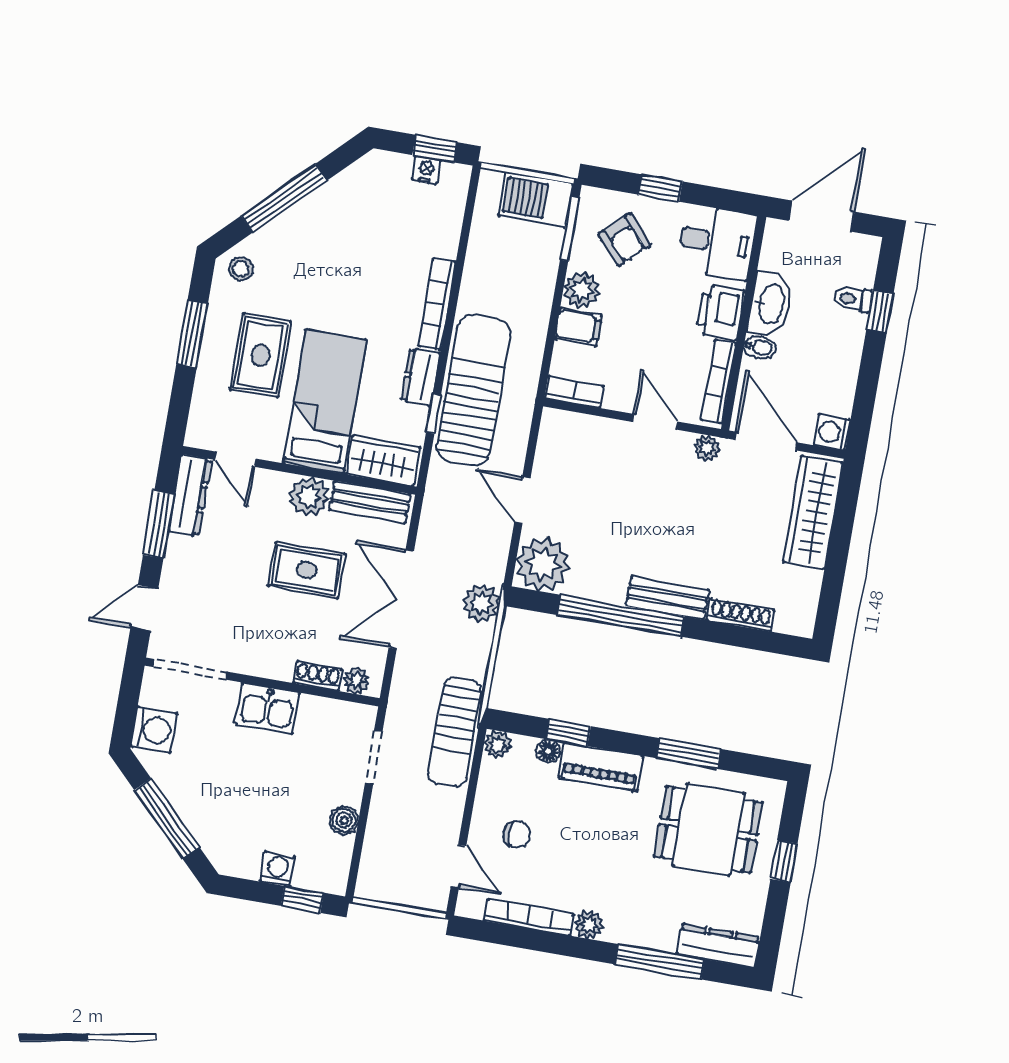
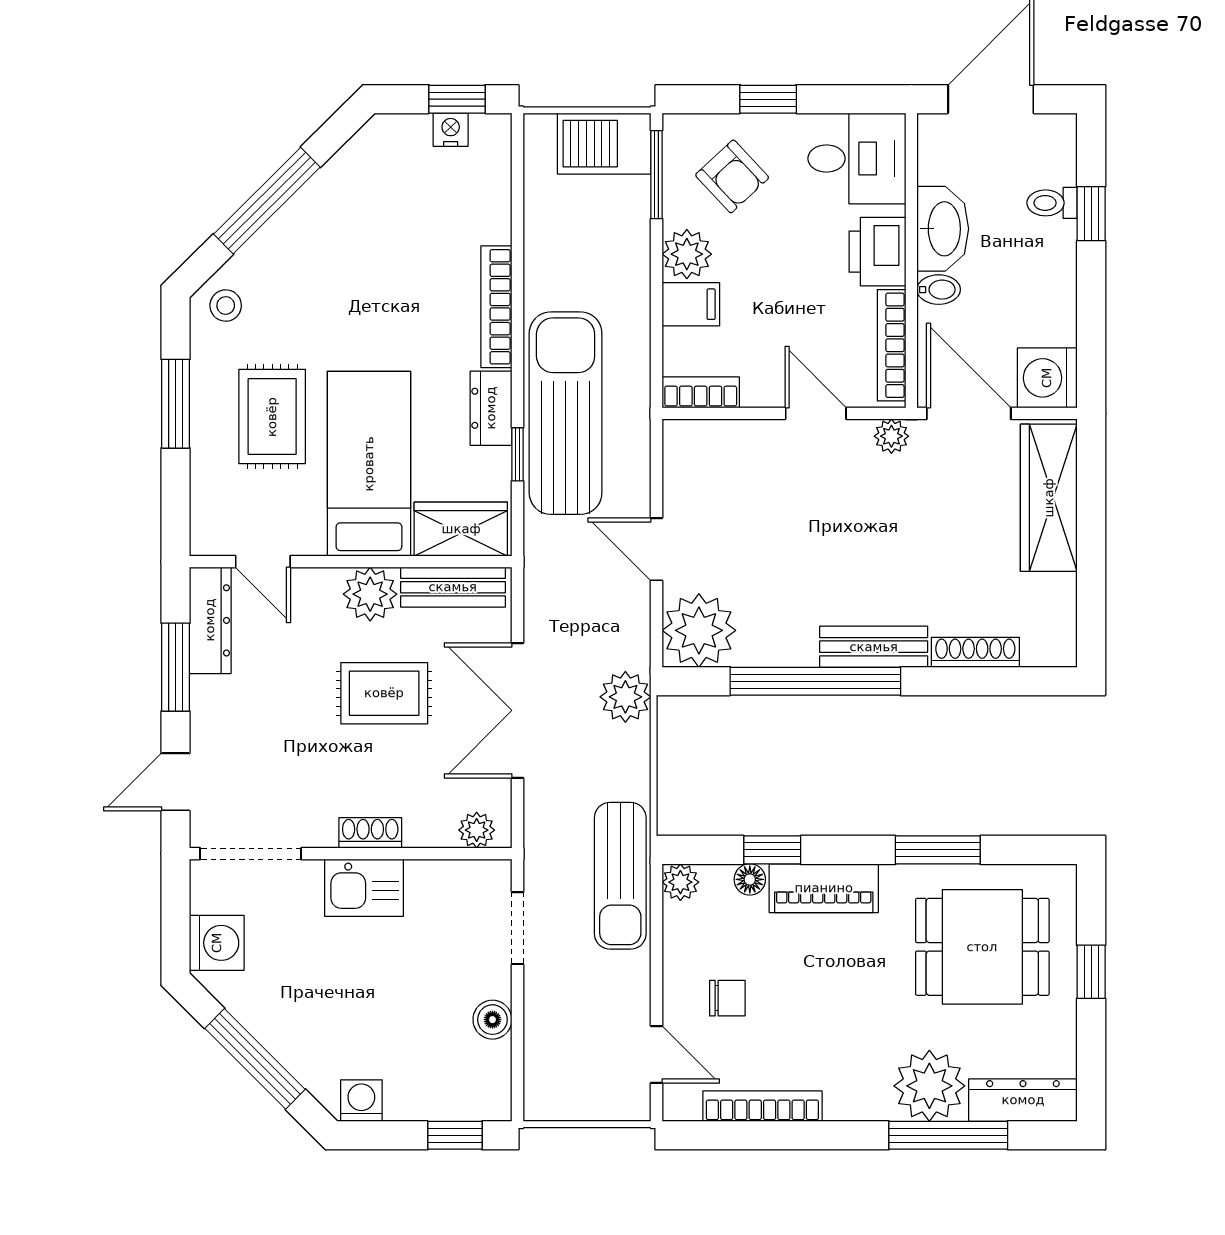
washing machine: (832, 432) -> (1047, 378), width x1.38, depth x1.38
shoe rack: (318, 676) -> (370, 833), moved
washing machine: (278, 869) -> (361, 1101), moved
plant: (589, 925) -> (929, 1086), moved, width x1.88, depth x1.88

